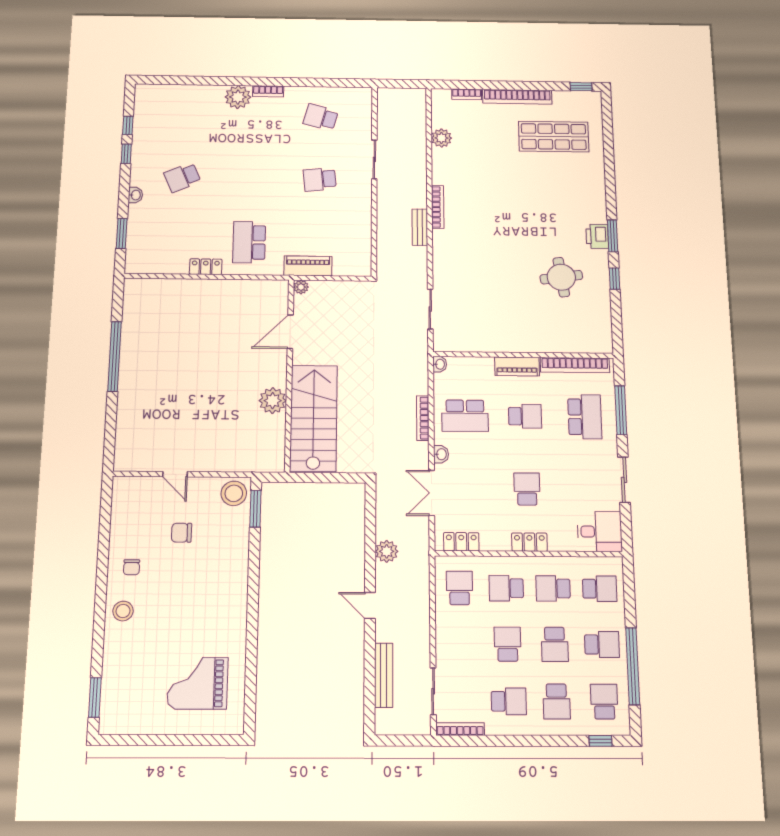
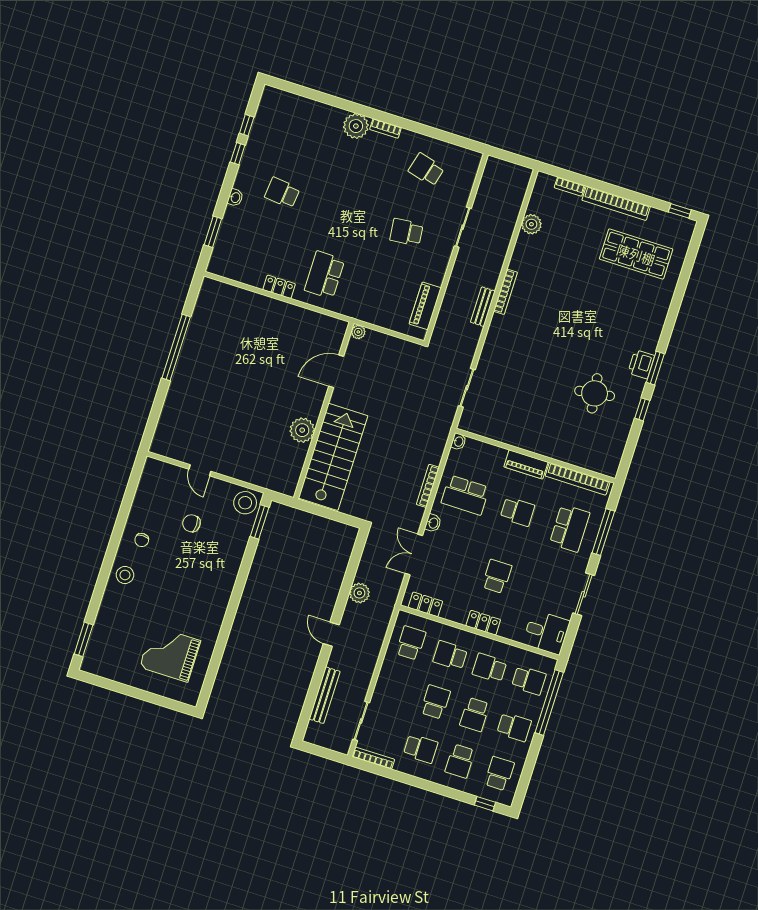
school desk: (182, 177) -> (282, 193), turned 30
piano: (308, 266) -> (425, 306), moved, turned -90
window: (633, 666) -> (549, 702), moved

